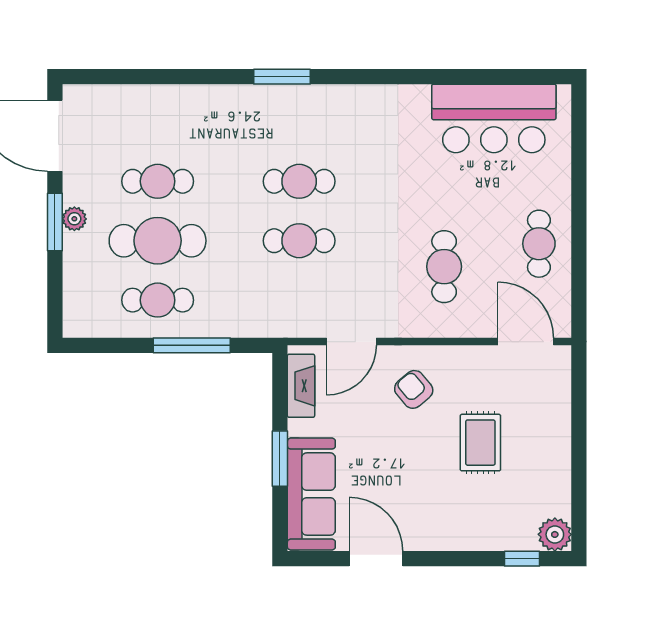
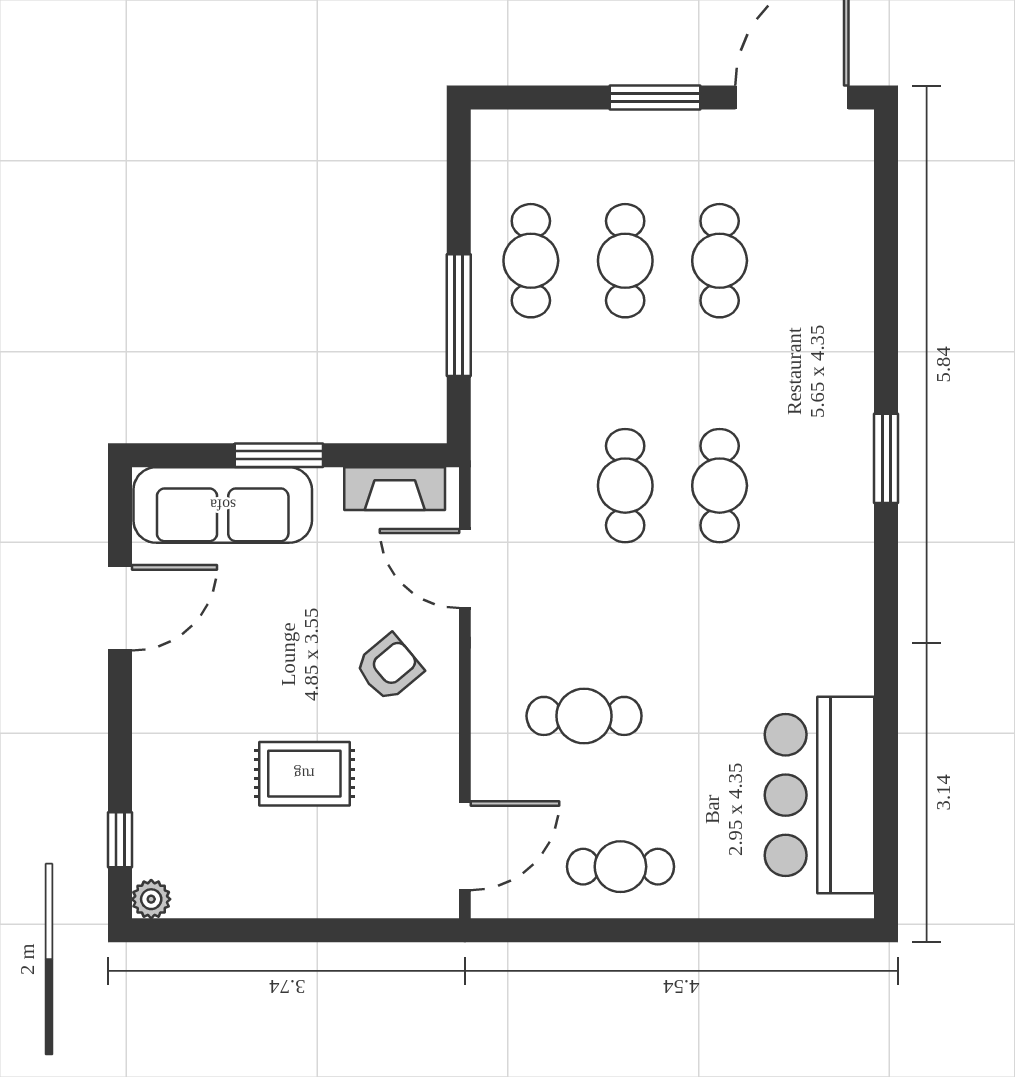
plant: (74, 219) -> (660, 128), removed
cafe table: (158, 241) -> (625, 261), width x0.73, depth x0.74
plant: (555, 534) -> (151, 899), width x0.73, depth x0.73

